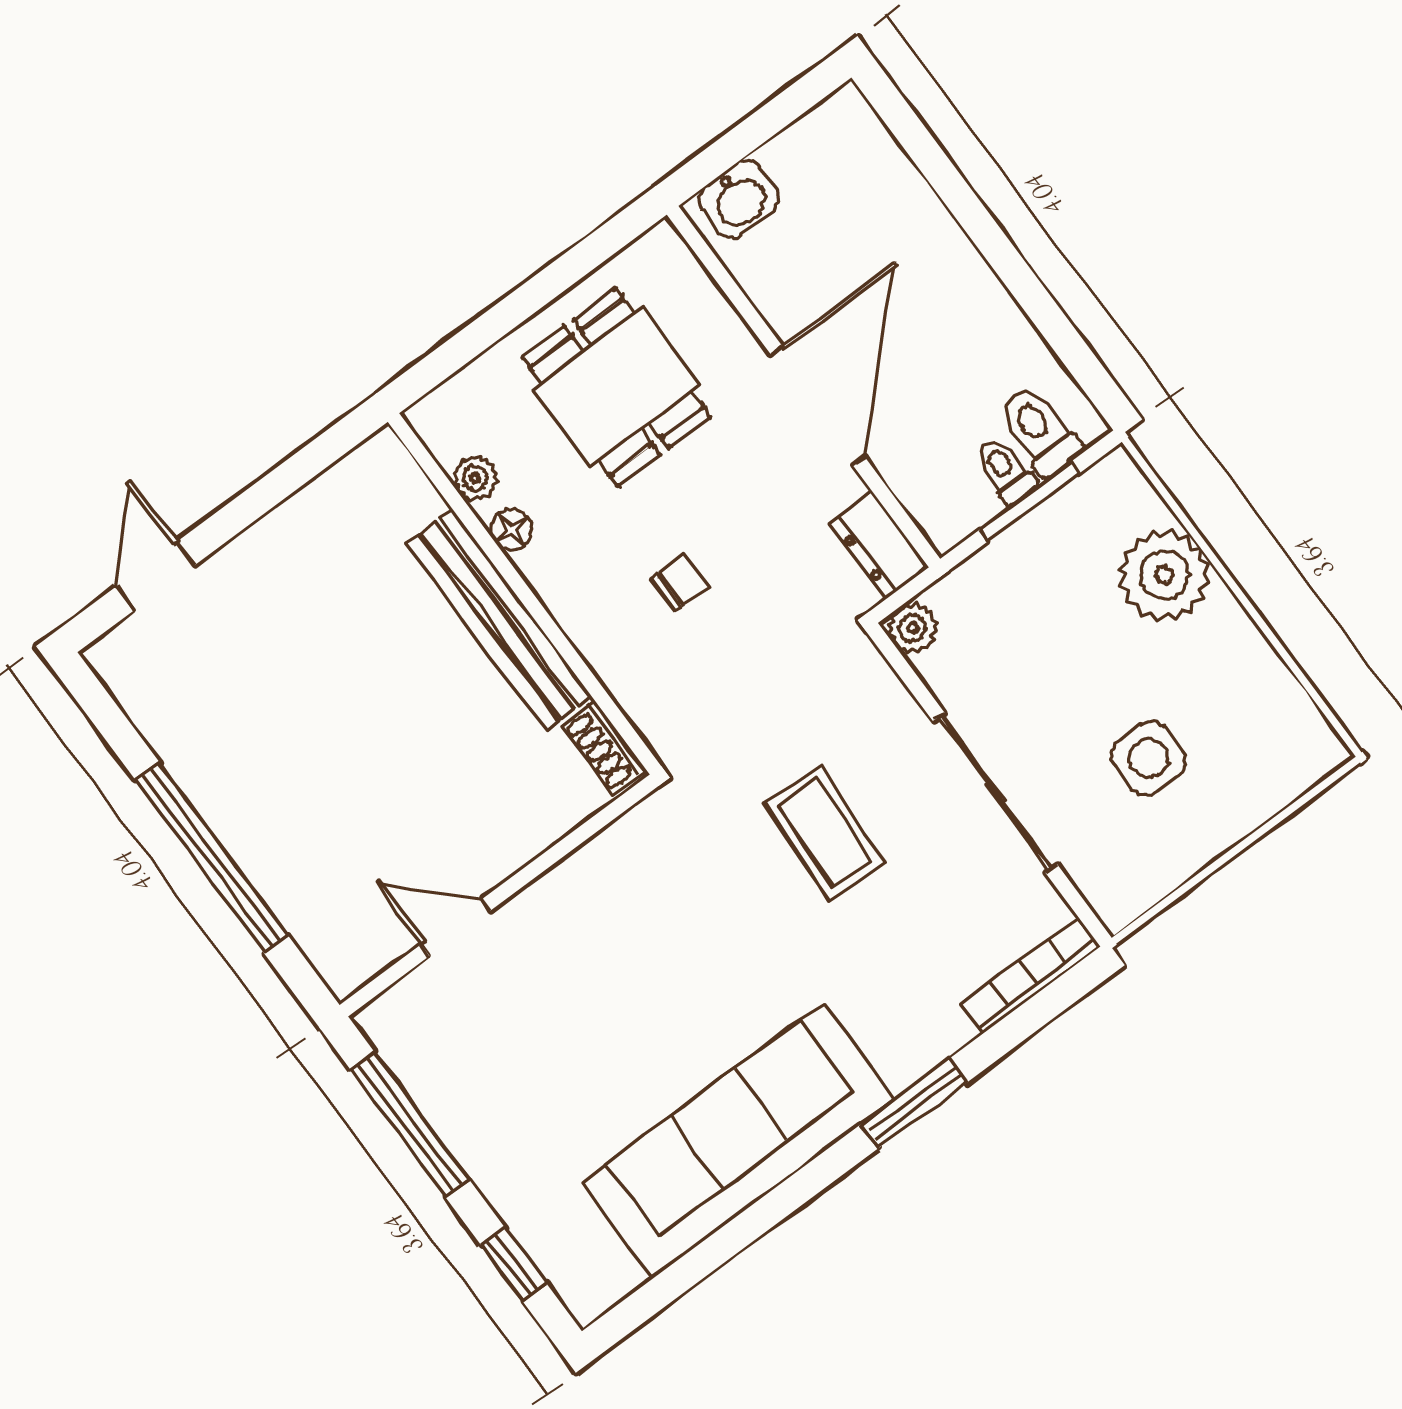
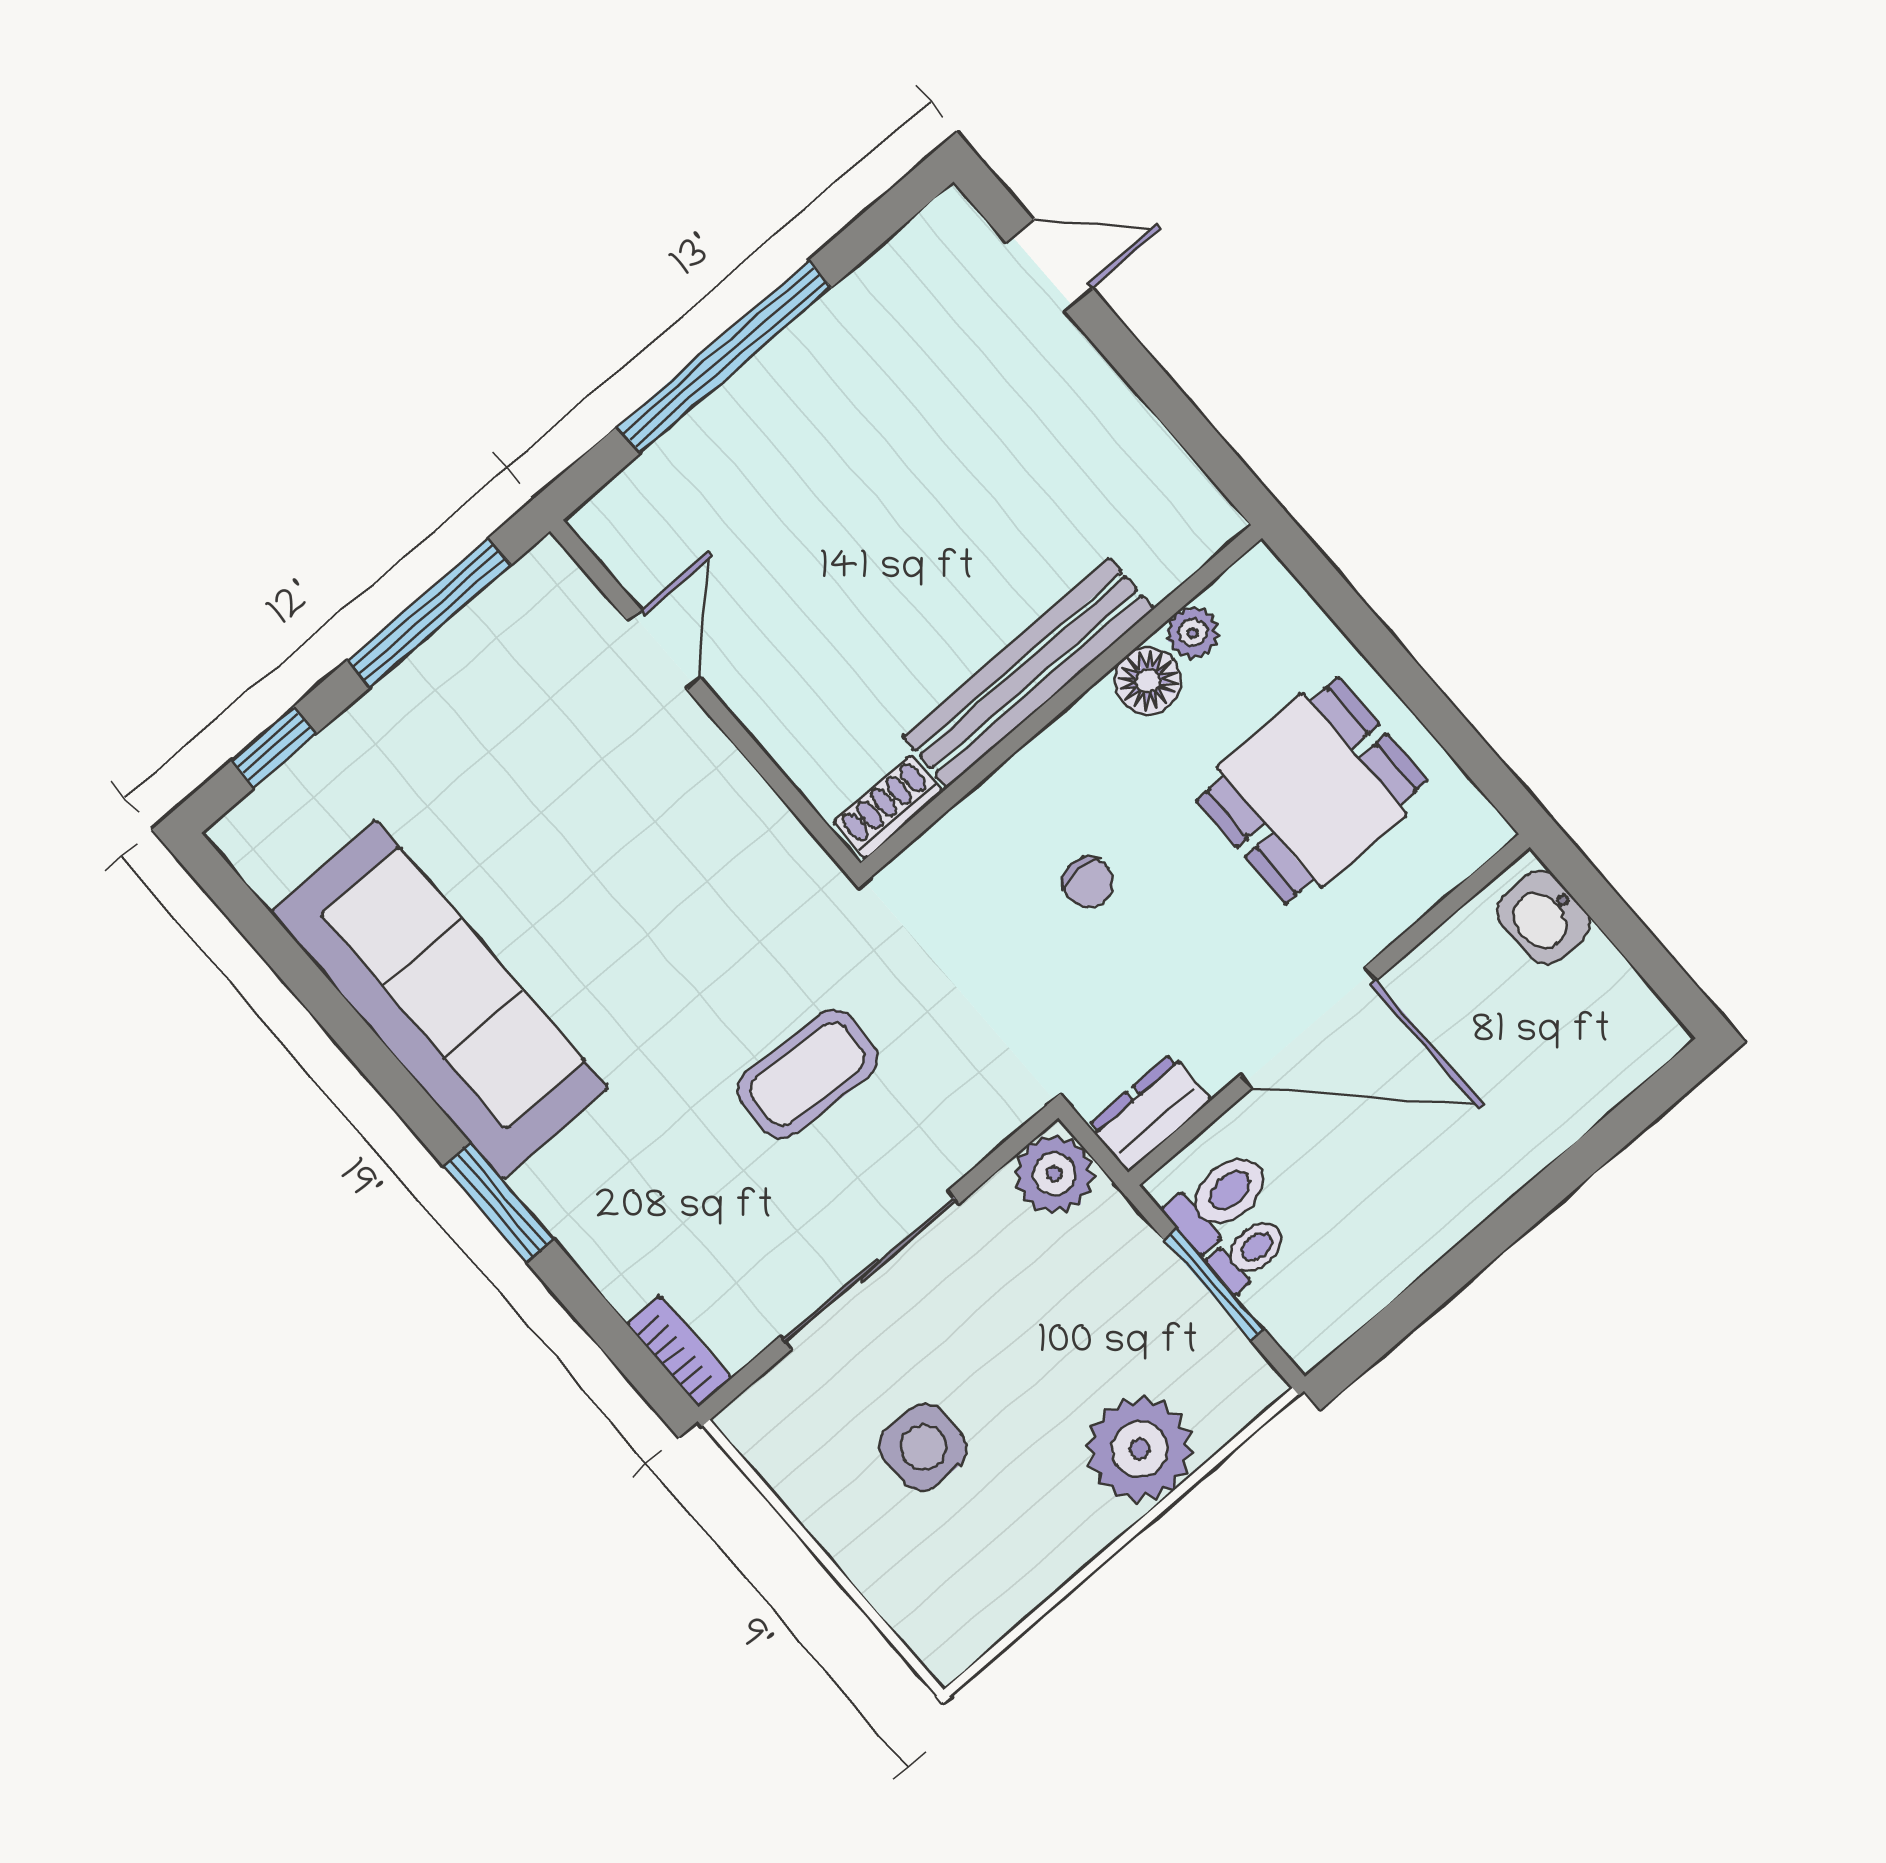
toilet: (1040, 431) -> (1219, 1200), moved
floor lamp: (511, 530) -> (1148, 680), width x1.37, depth x1.37
plant: (913, 628) -> (1054, 1174), width x1.38, depth x1.38
bookcase: (1031, 975) -> (679, 1351), width x0.64

